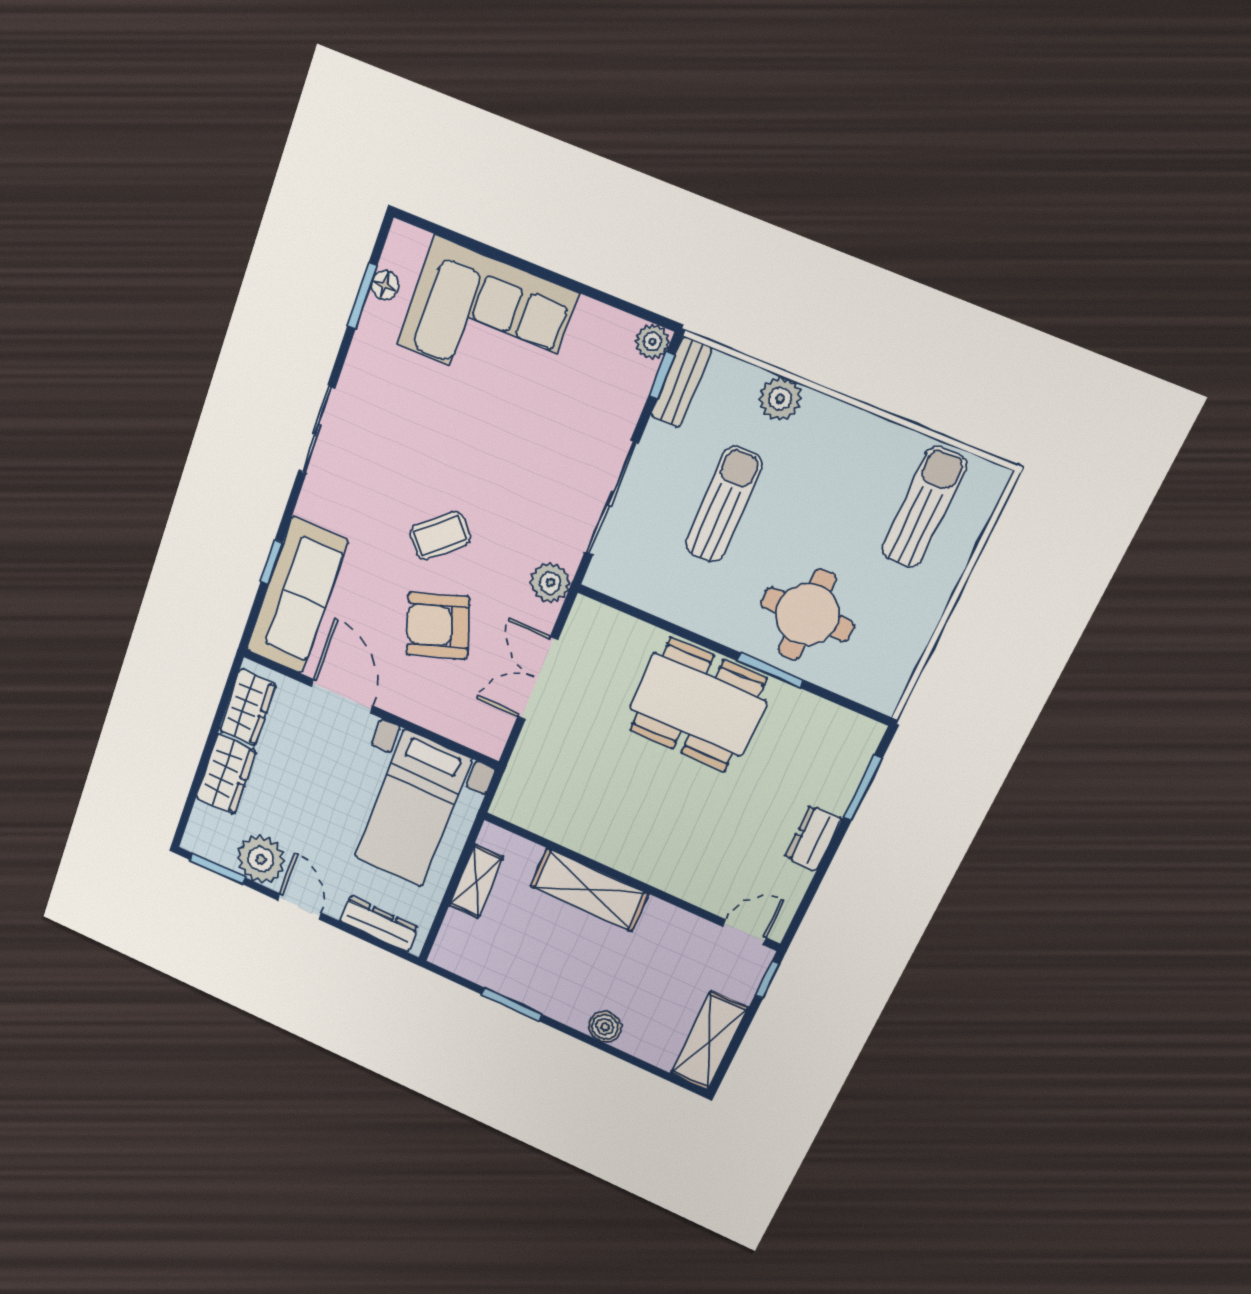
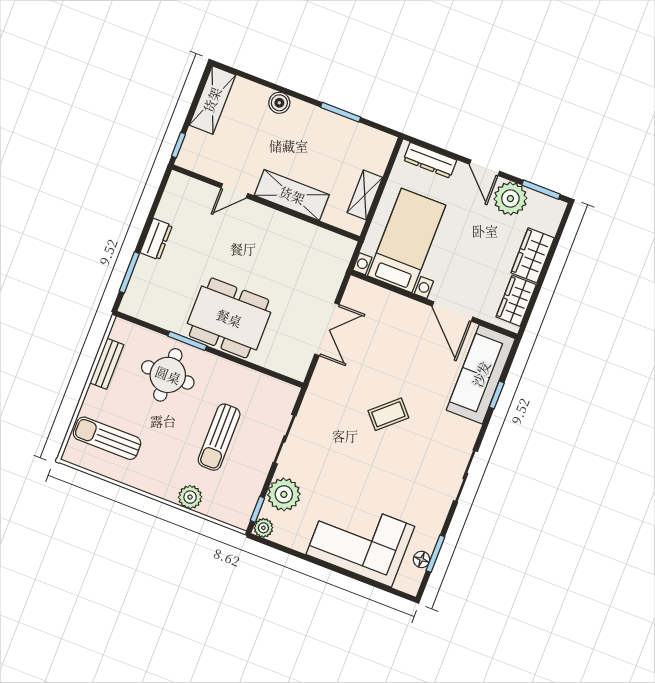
bench: (681, 382) -> (107, 364), moved
sliding door: (611, 498) -> (285, 439), width x0.73
sun lounger: (924, 507) -> (107, 438), turned 90
plant: (550, 583) -> (284, 494), moved, width x1.36, depth x1.36
armchair: (438, 626) -> (390, 359), removed
door: (744, 932) -> (234, 191), moved

